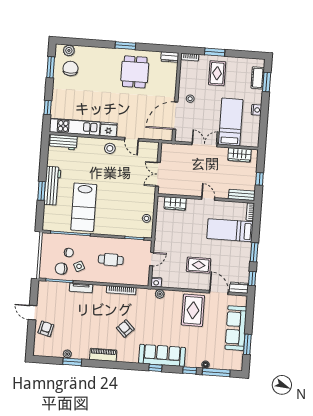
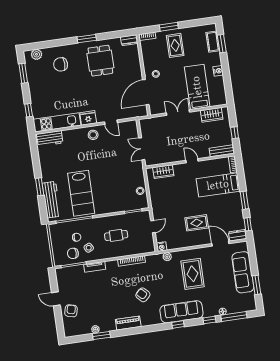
chair: (70, 68) -> (61, 64), moved, turned -90
workbench: (52, 186) -> (51, 200), moved
rug: (193, 310) -> (193, 274), moved

